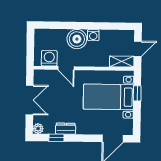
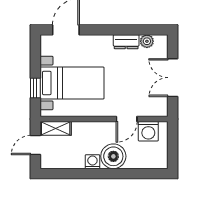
door: (66, 68) -> (127, 119), swing flipped
plant: (38, 129) -> (147, 41), moved
window: (56, 138) -> (138, 30), removed

